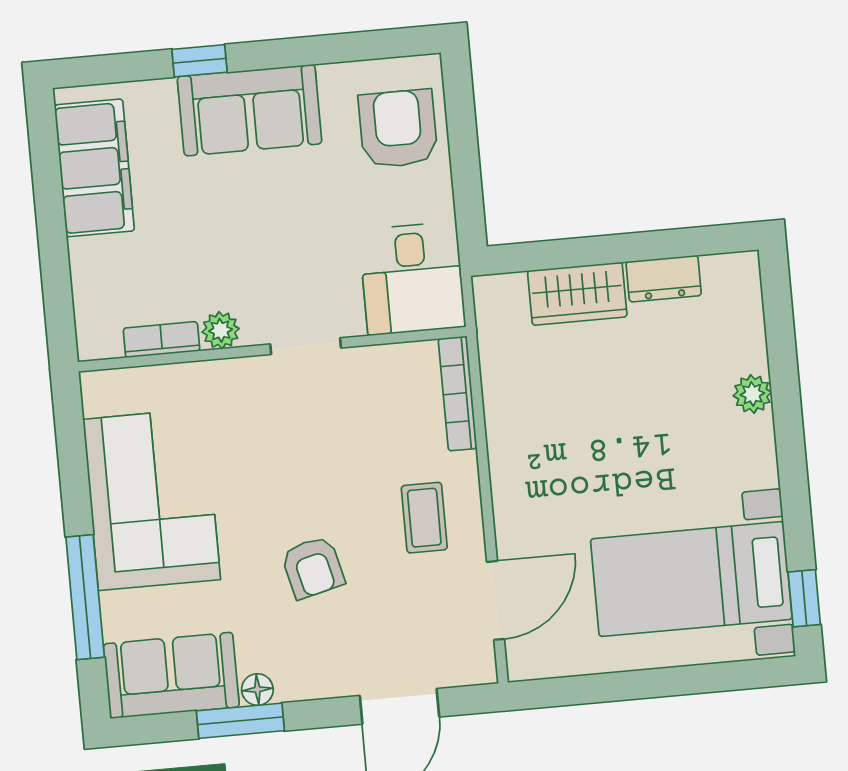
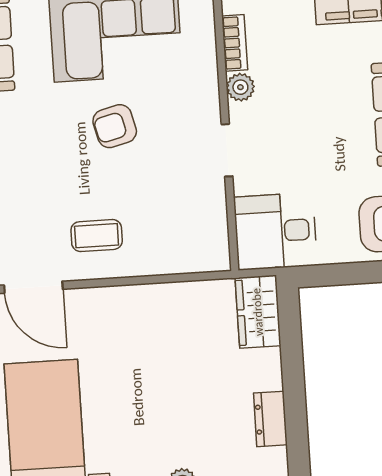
wardrobe: (577, 294) -> (258, 312), moved
bookcase: (458, 394) -> (189, 263), removed
armchair: (313, 567) -> (115, 126), moved

